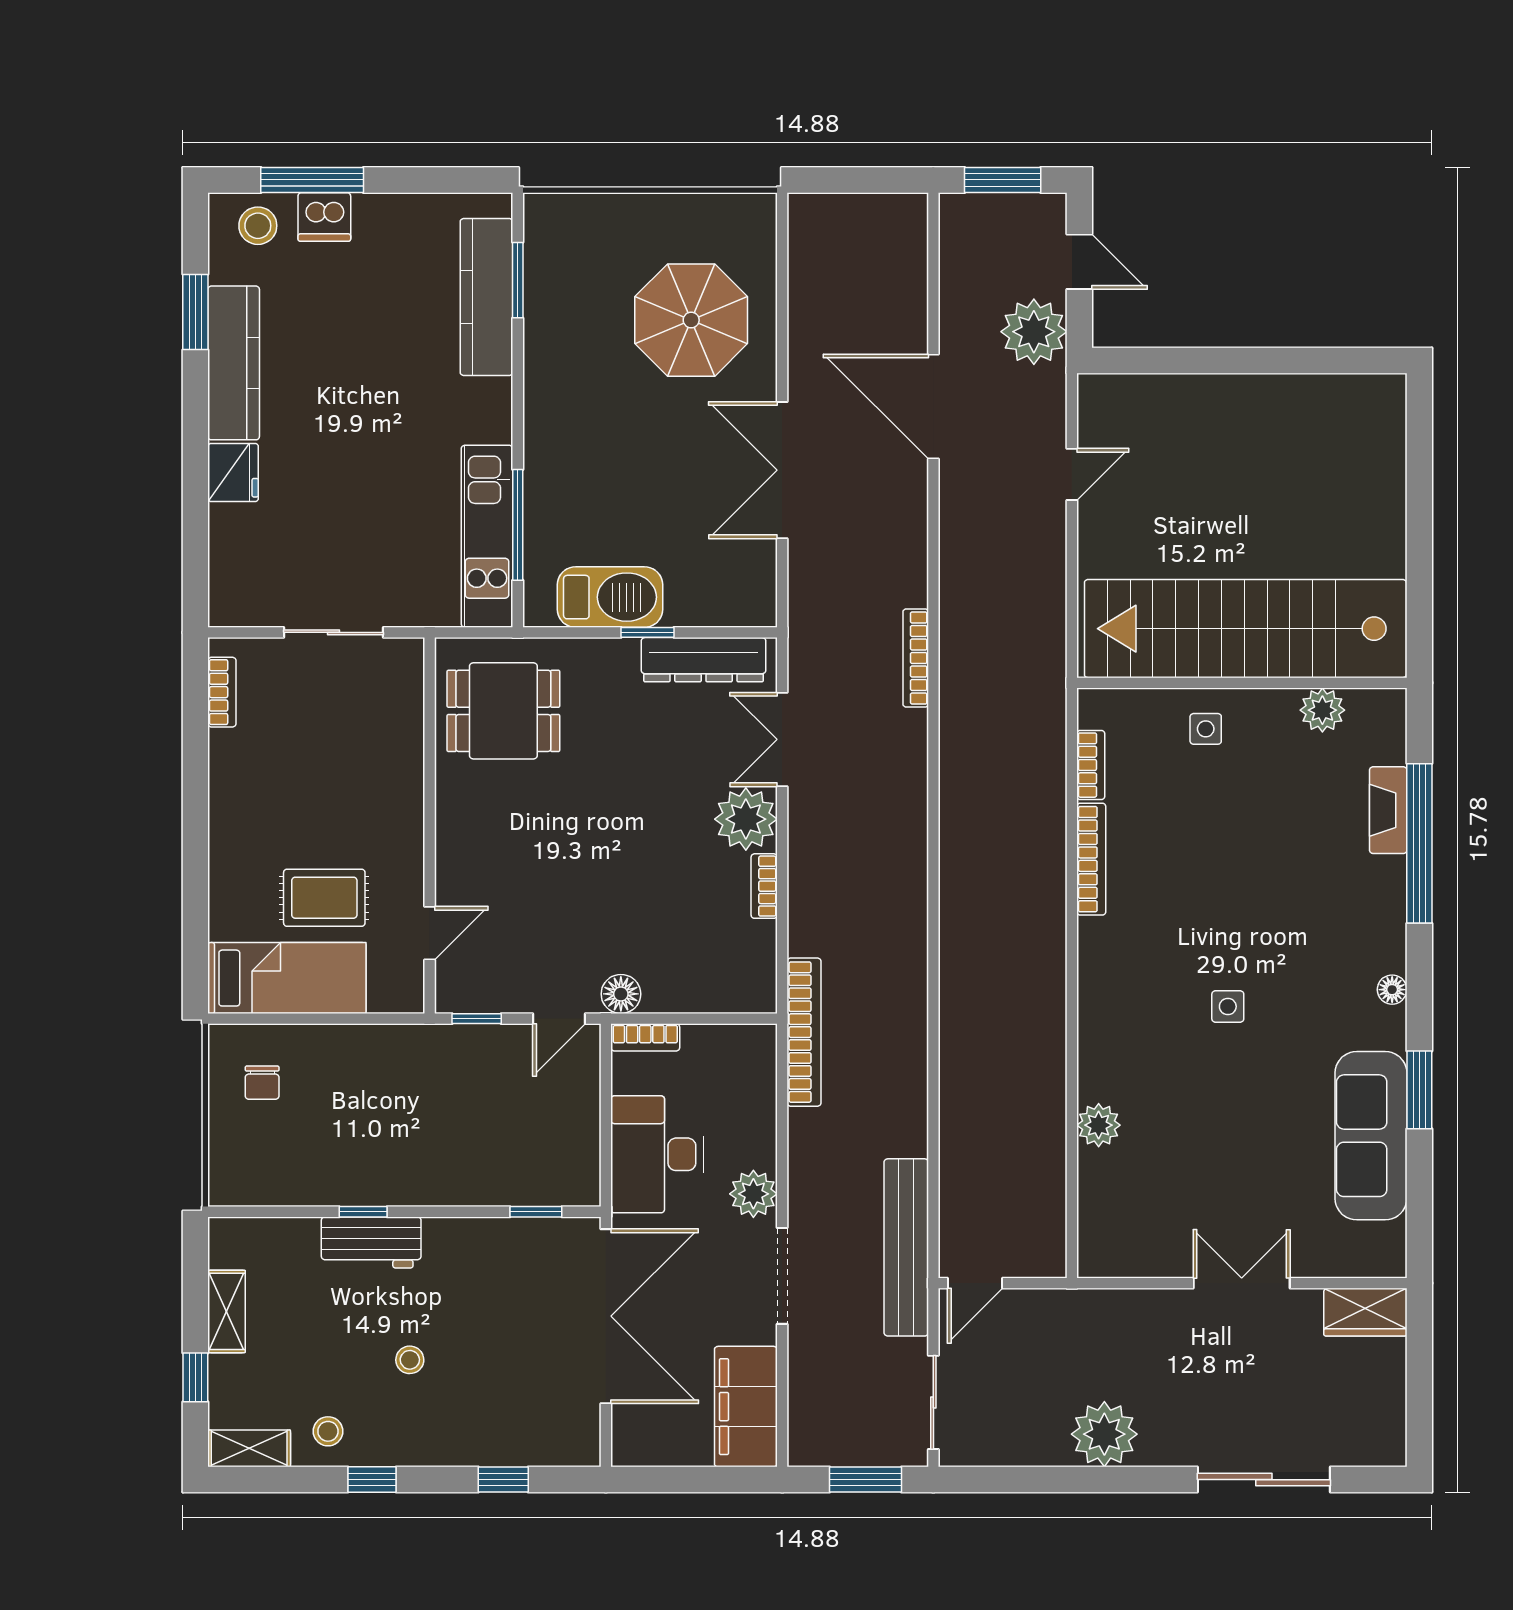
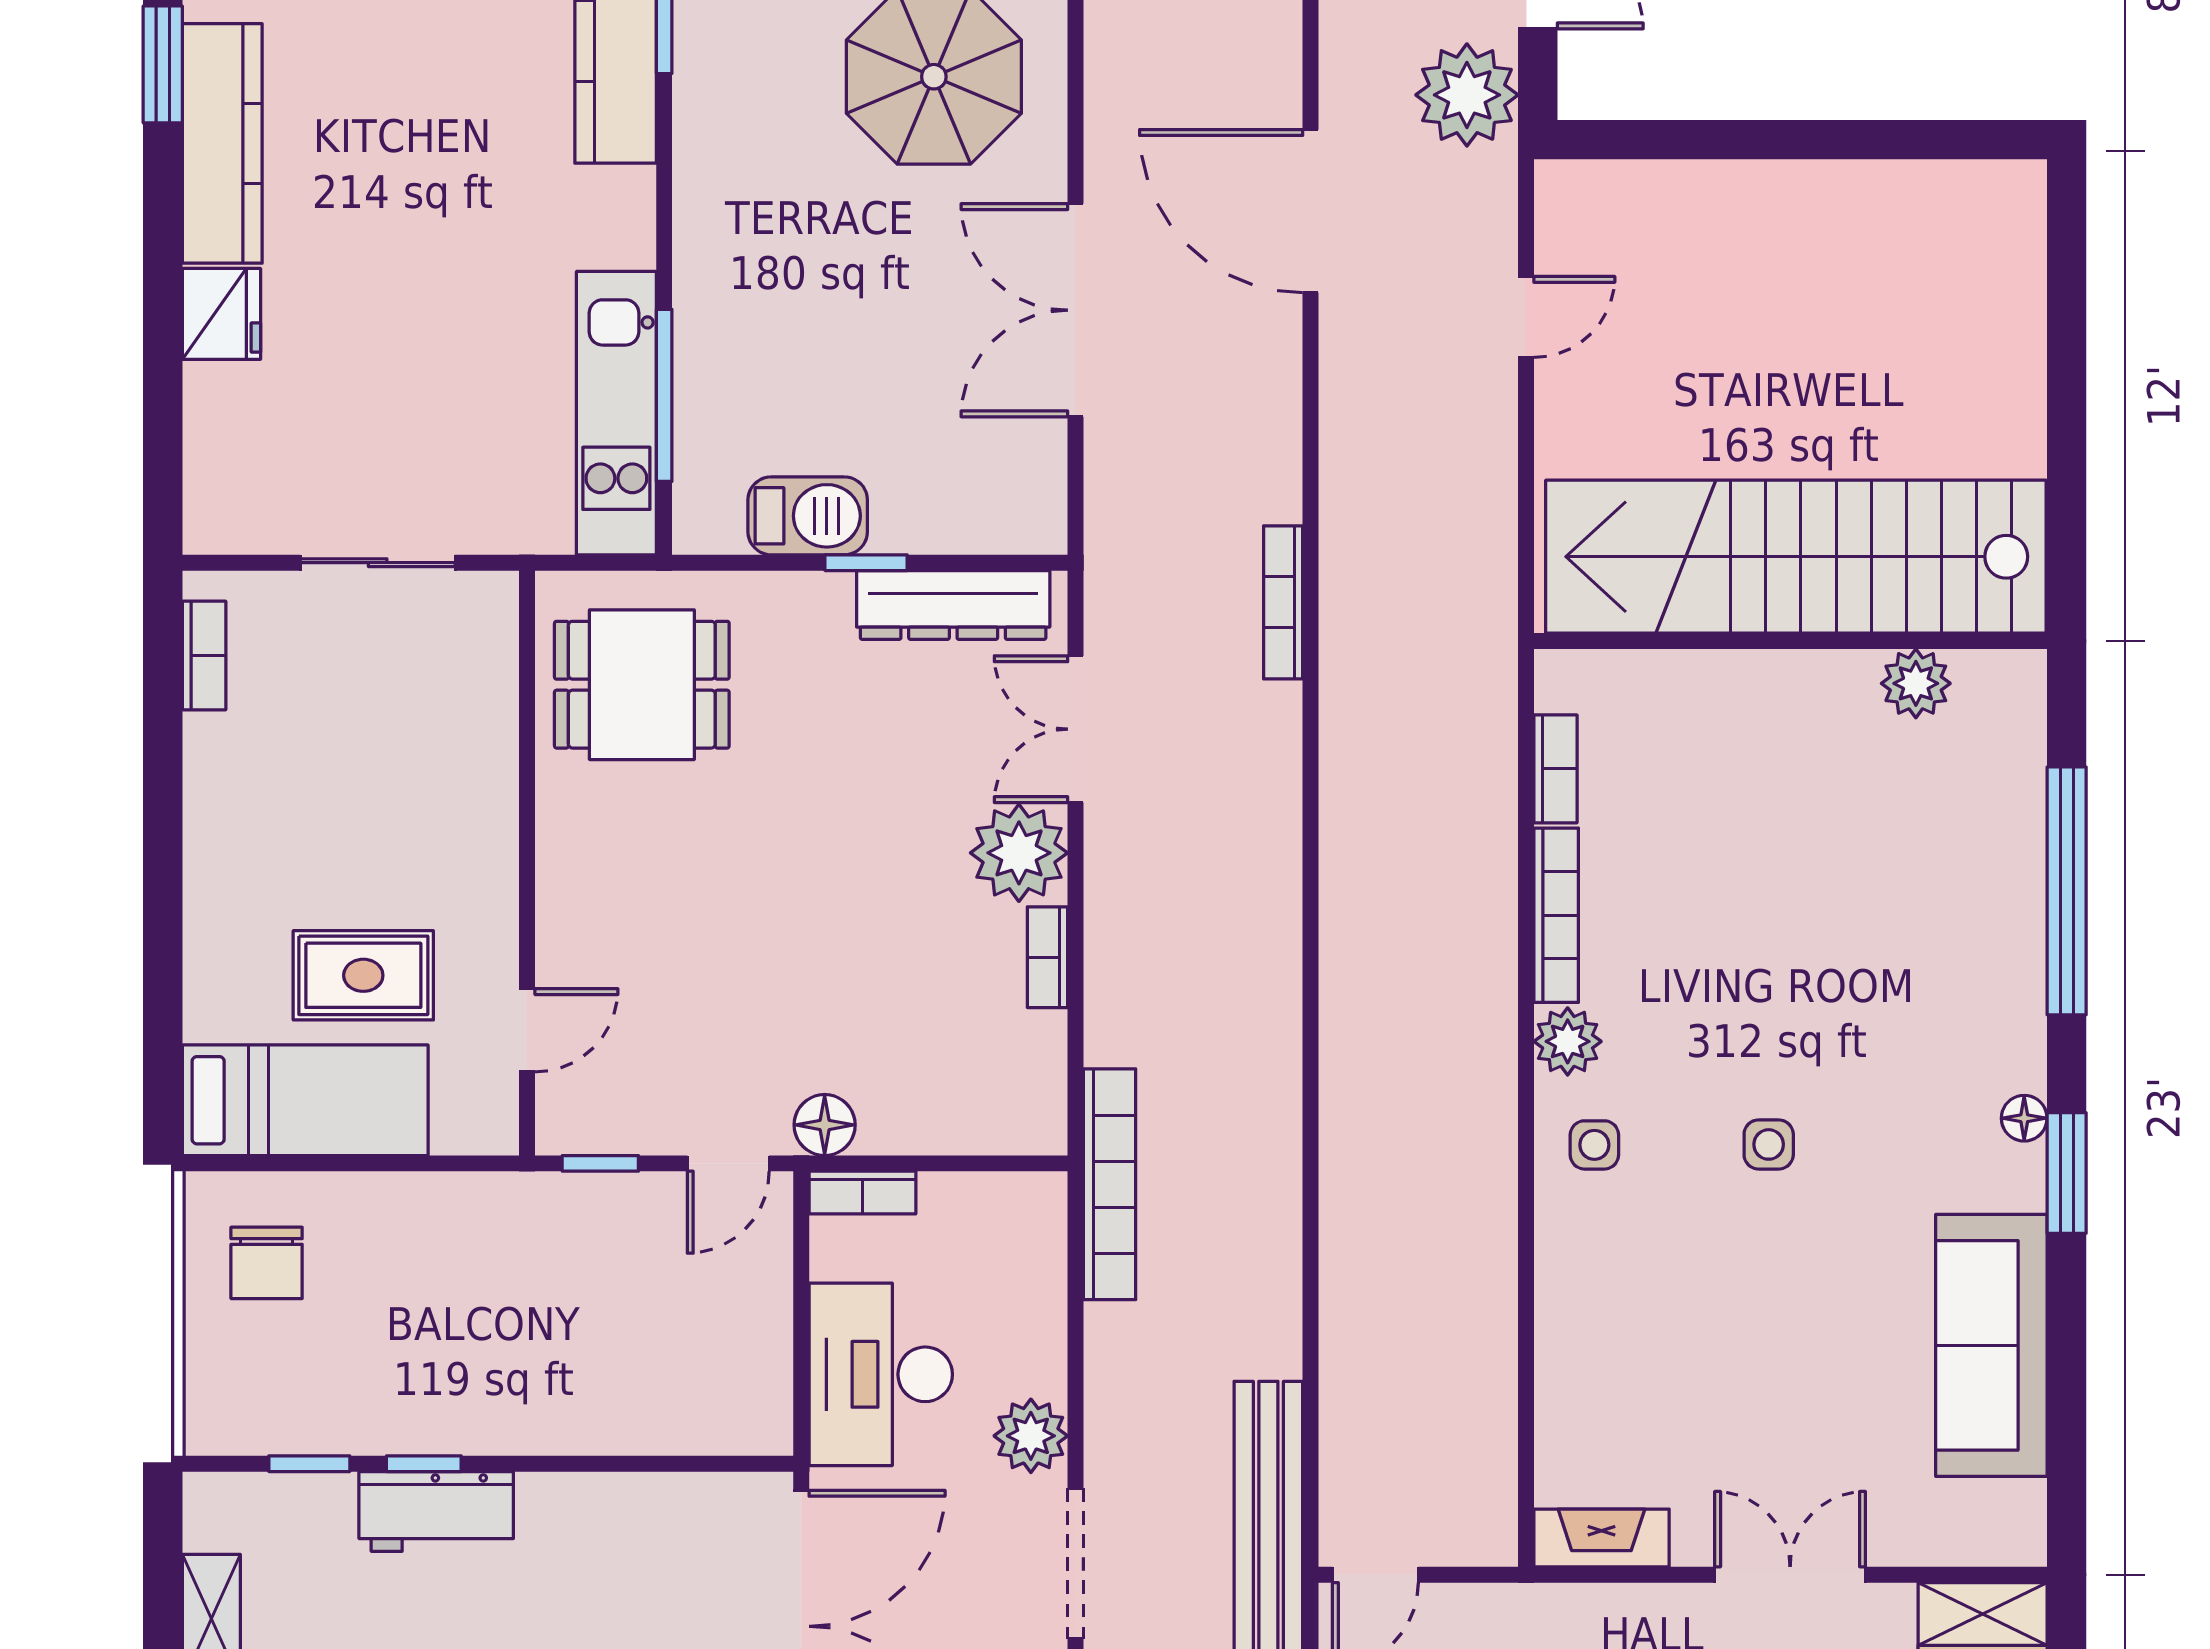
barbecue: (610, 597) -> (808, 516), width x0.73, depth x0.83
side table: (1206, 729) -> (1594, 1145), moved
fireplace: (1388, 810) -> (1601, 1538), moved, turned 90
chair: (262, 1083) -> (267, 1263), width x1.37, depth x1.37
window: (1419, 1090) -> (2067, 1173), moved
plant: (1099, 1125) -> (1568, 1041), moved
window: (536, 1212) -> (309, 1464), moved

